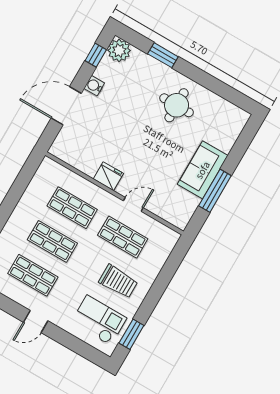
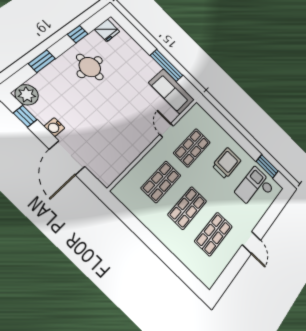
window: (212, 83) -> (78, 34), added
sofa: (203, 170) -> (172, 91), moved
fridge: (108, 176) -> (107, 30), moved, turned 180

